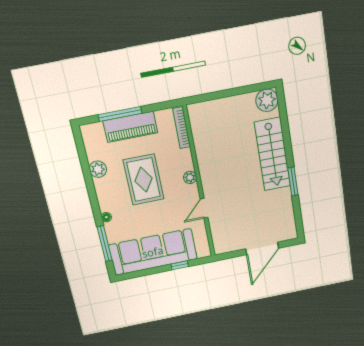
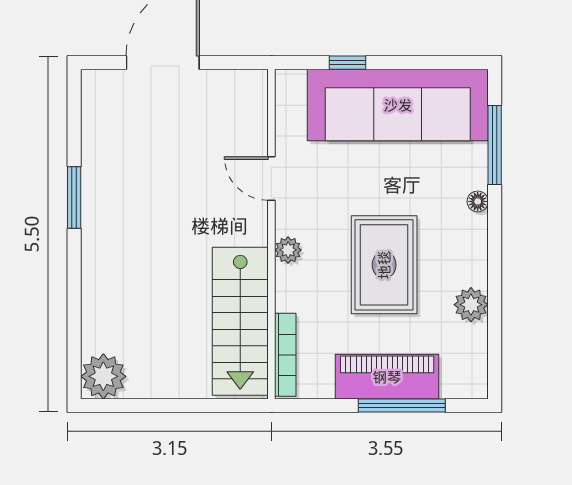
stairs: (273, 154) -> (240, 321), moved, turned 180
door: (204, 208) -> (271, 179), swing flipped

